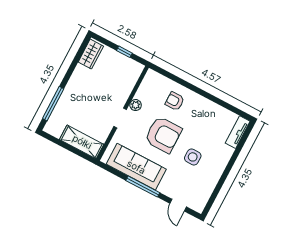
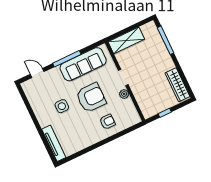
wardrobe: (91, 54) -> (177, 85), width x1.50
tv unit: (238, 132) -> (54, 143), width x1.41
armchair: (163, 135) -> (91, 98), turned 180

